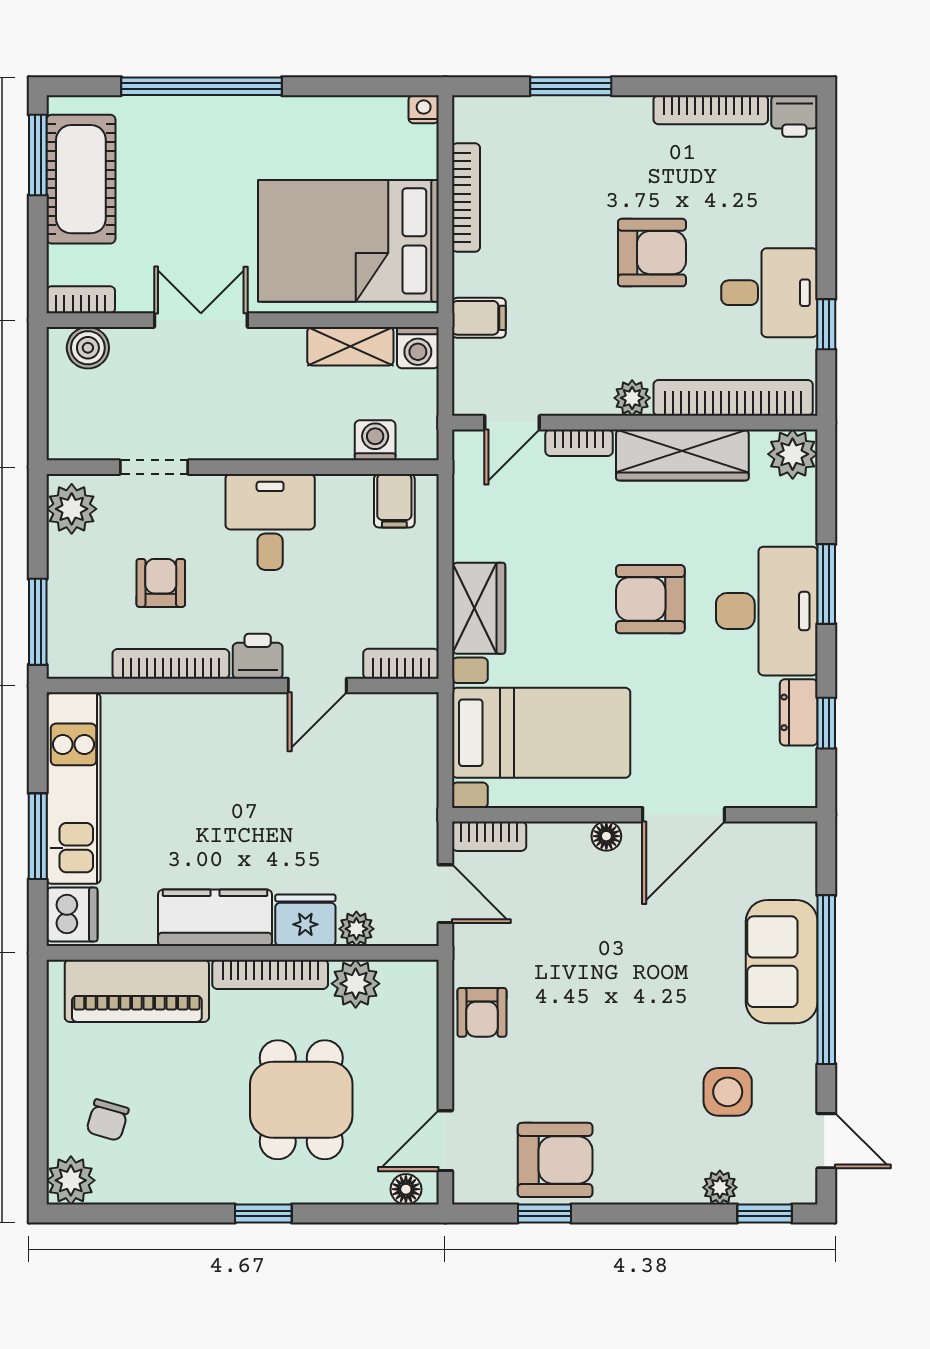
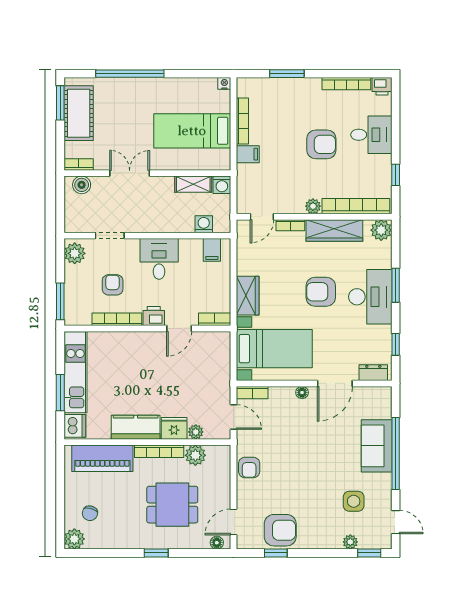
bed: (348, 241) -> (192, 131), width x0.67
desk: (769, 293) -> (371, 135), moved
filing cabinet: (479, 318) -> (248, 154), moved
dresser: (799, 712) -> (373, 373), moved, turned 90
dining table: (301, 1100) -> (172, 505), turned 90

